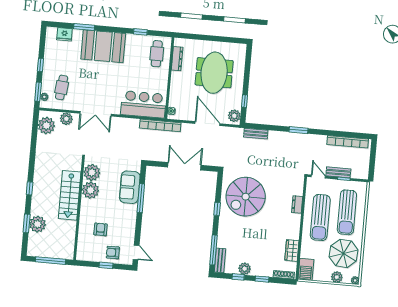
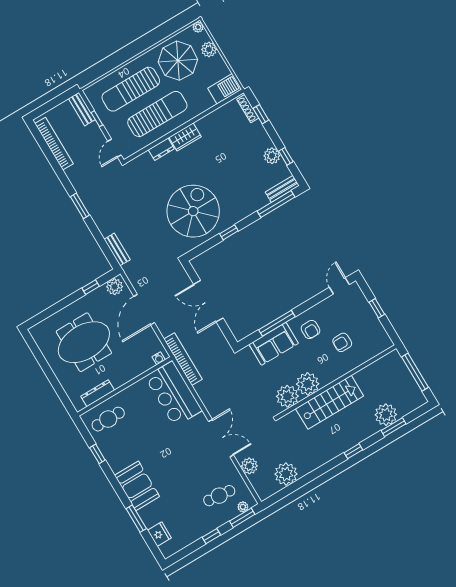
booth: (103, 46) -> (137, 486), width x0.73, depth x0.70
plant: (46, 126) -> (286, 474), moved
bench: (338, 172) -> (82, 109), moved
spiral stairs: (246, 197) -> (193, 211), turned -90
sun lounger: (347, 212) -> (131, 89), turned 180
wardrobe: (292, 250) -> (185, 137), moved
armchair: (113, 253) -> (311, 330), moved
window: (262, 279) -> (261, 114), moved

